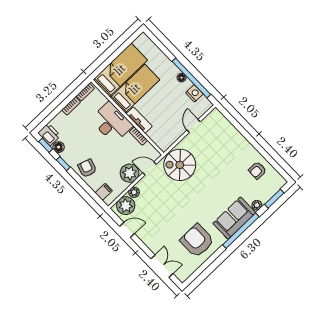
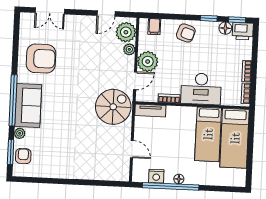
tv unit: (139, 120) -> (150, 111), moved
armchair: (257, 170) -> (23, 156), moved

